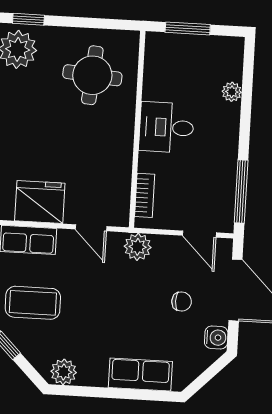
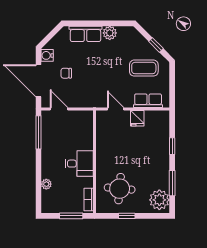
window: (28, 19) -> (127, 216), moved
bookcase: (145, 195) -> (89, 199), moved
fridge: (40, 202) -> (137, 118), width x0.53, depth x0.75
plant: (138, 247) -> (91, 100), removed
plant: (64, 372) -> (110, 33), moved

